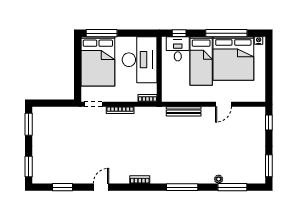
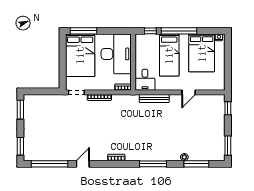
window: (226, 33) -> (179, 31), moved
desk: (178, 49) -> (145, 80), moved, turned 180
bed: (233, 58) -> (202, 53), width x0.73
window: (62, 187) -> (50, 164), width x2.11

